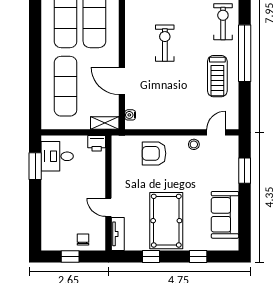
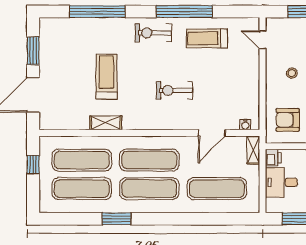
treadmill: (217, 76) -> (207, 38), turned 180
stool: (194, 144) -> (292, 73), moved
armchair: (154, 153) -> (288, 120), moved, turned 90
desk: (57, 156) -> (281, 182), moved, turned 90

